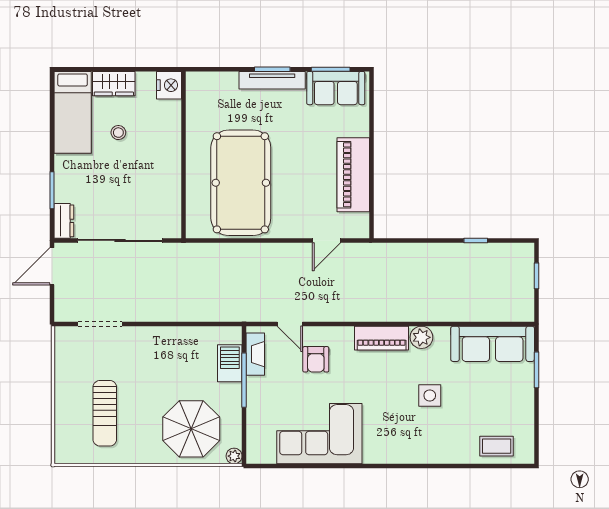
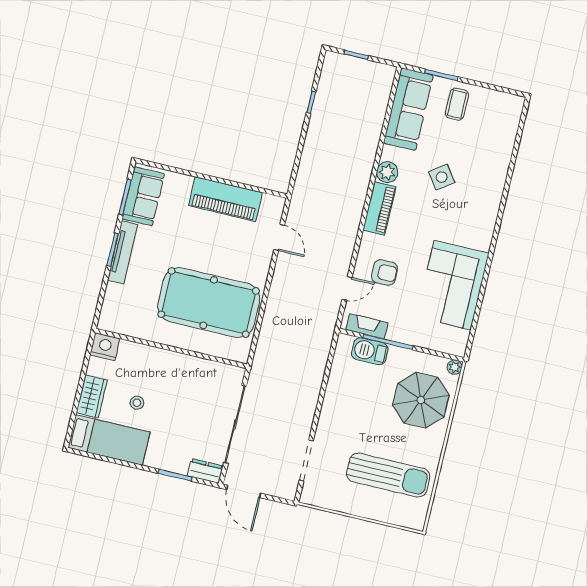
side table: (430, 395) -> (442, 177), turned -36
sun lounger: (105, 413) -> (388, 475), width x1.36, depth x1.34
coffee table: (497, 446) -> (457, 104), moved

